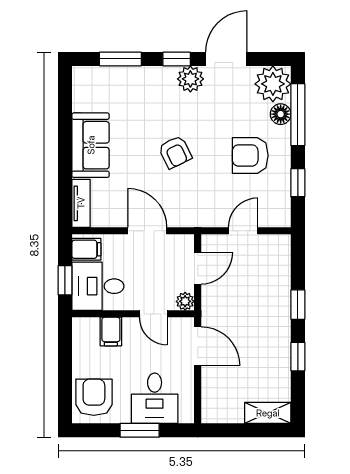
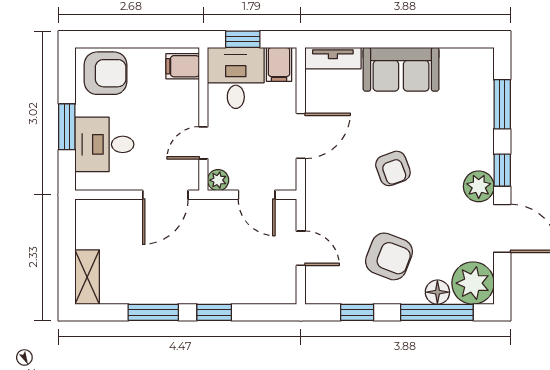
armchair: (175, 152) -> (393, 168), turned -84
armchair: (250, 155) -> (389, 256), turned 111
filing cabinet: (111, 331) -> (183, 66), moved
window: (298, 357) -> (153, 312), width x1.50

